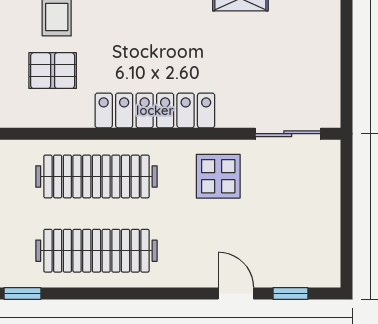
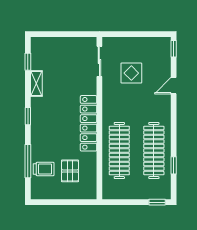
display table: (218, 176) -> (131, 73), moved
window: (22, 293) -> (174, 165), moved
window: (290, 293) -> (174, 49), moved

